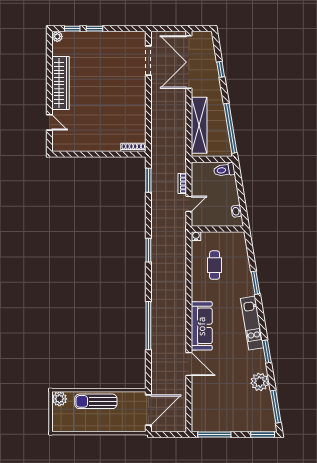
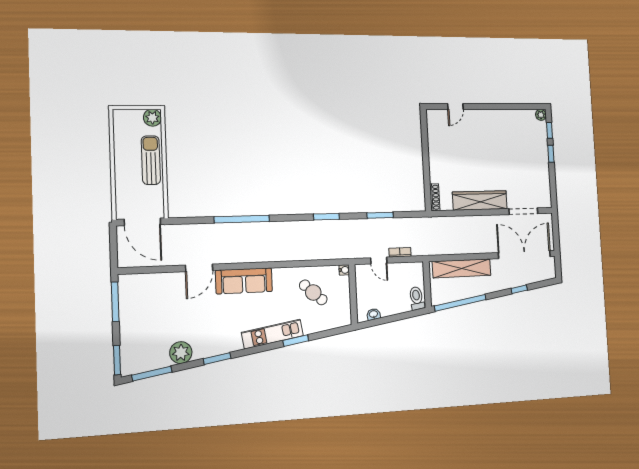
wardrobe: (60, 83) -> (480, 200), moved, turned 180
window: (148, 180) -> (380, 215), moved
cafe table: (215, 265) -> (313, 292), turned 42
kitchen unit: (252, 323) -> (272, 334), moved

